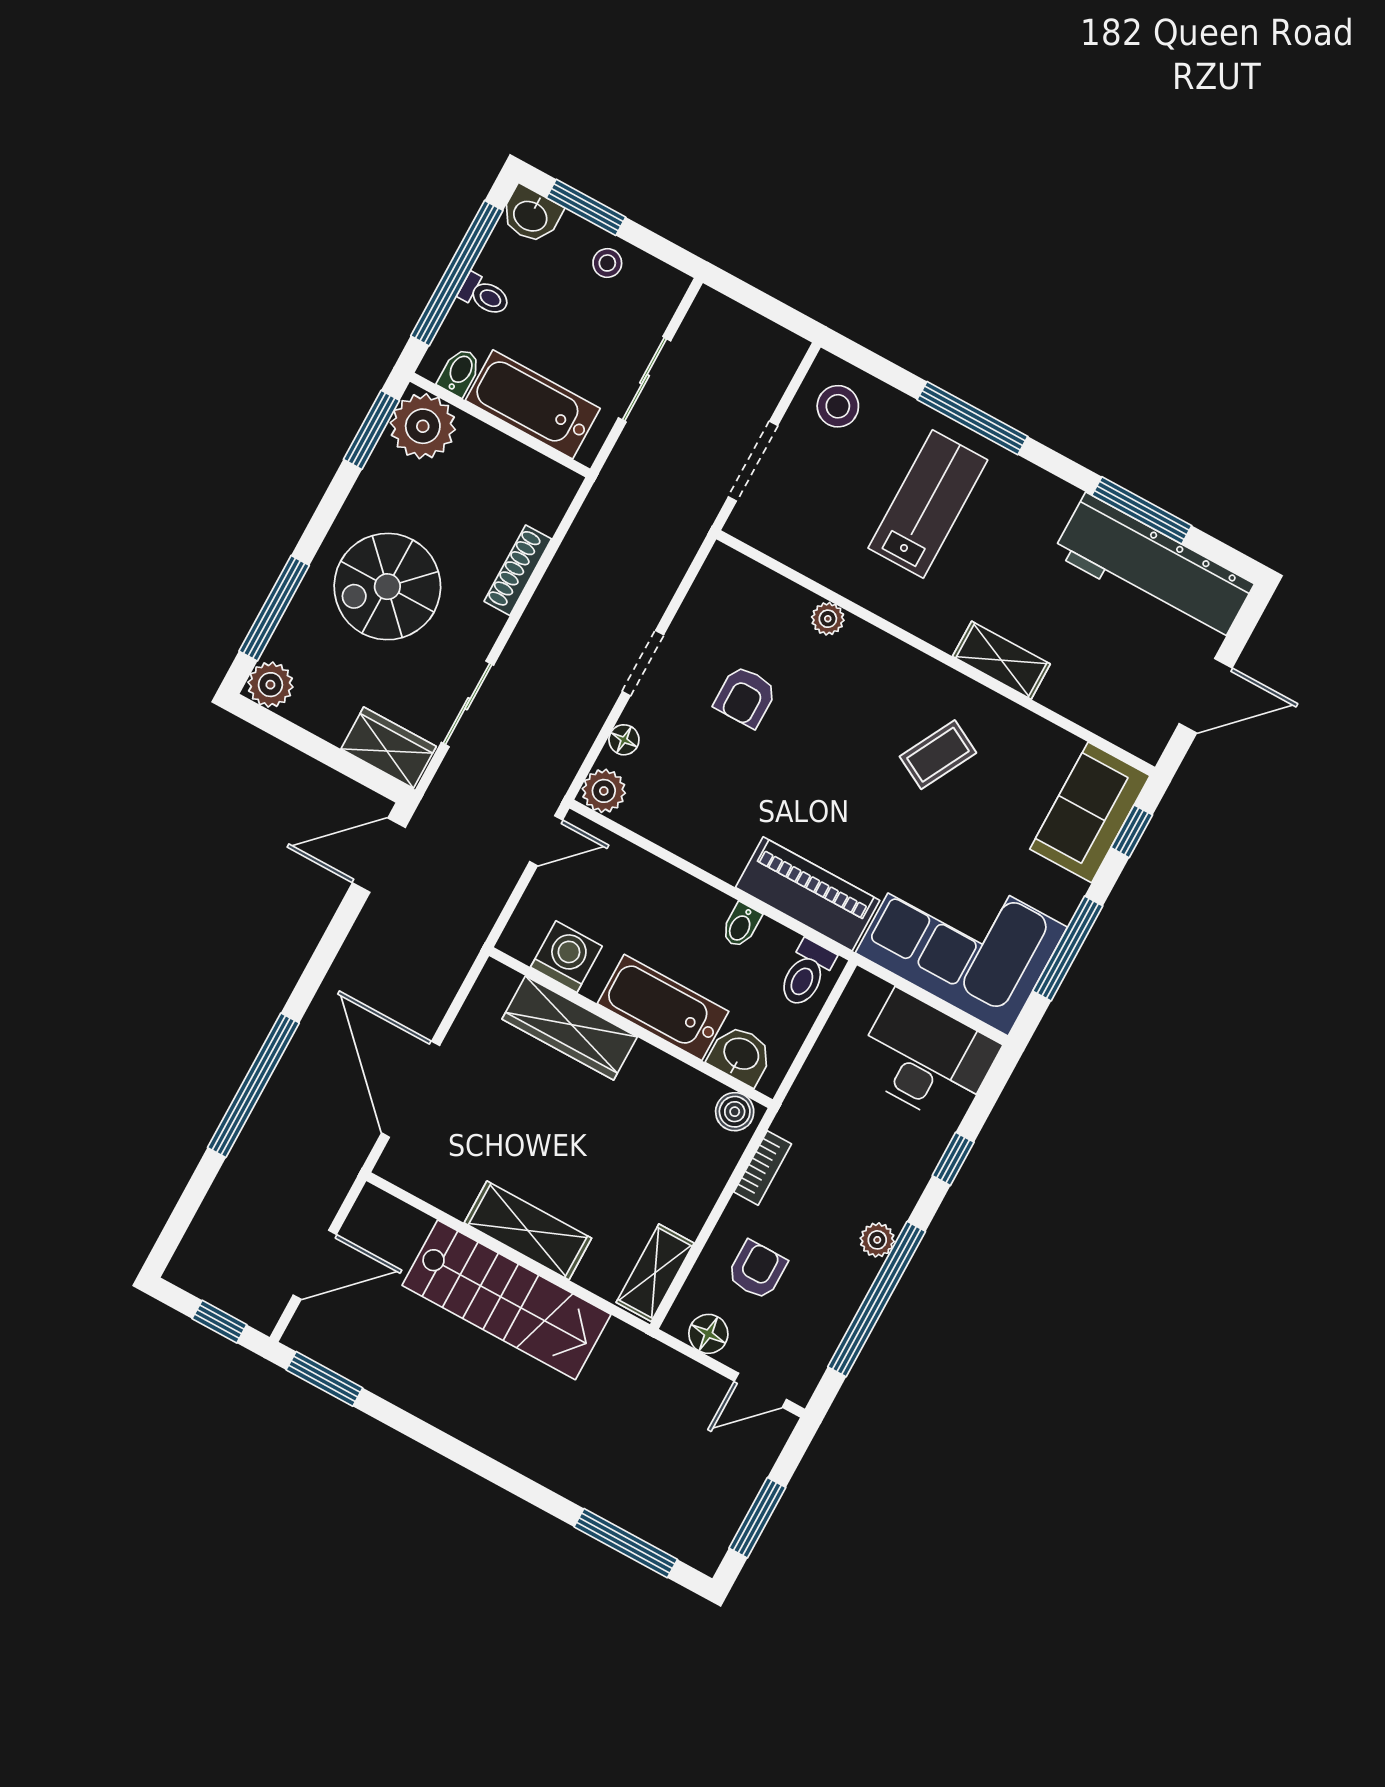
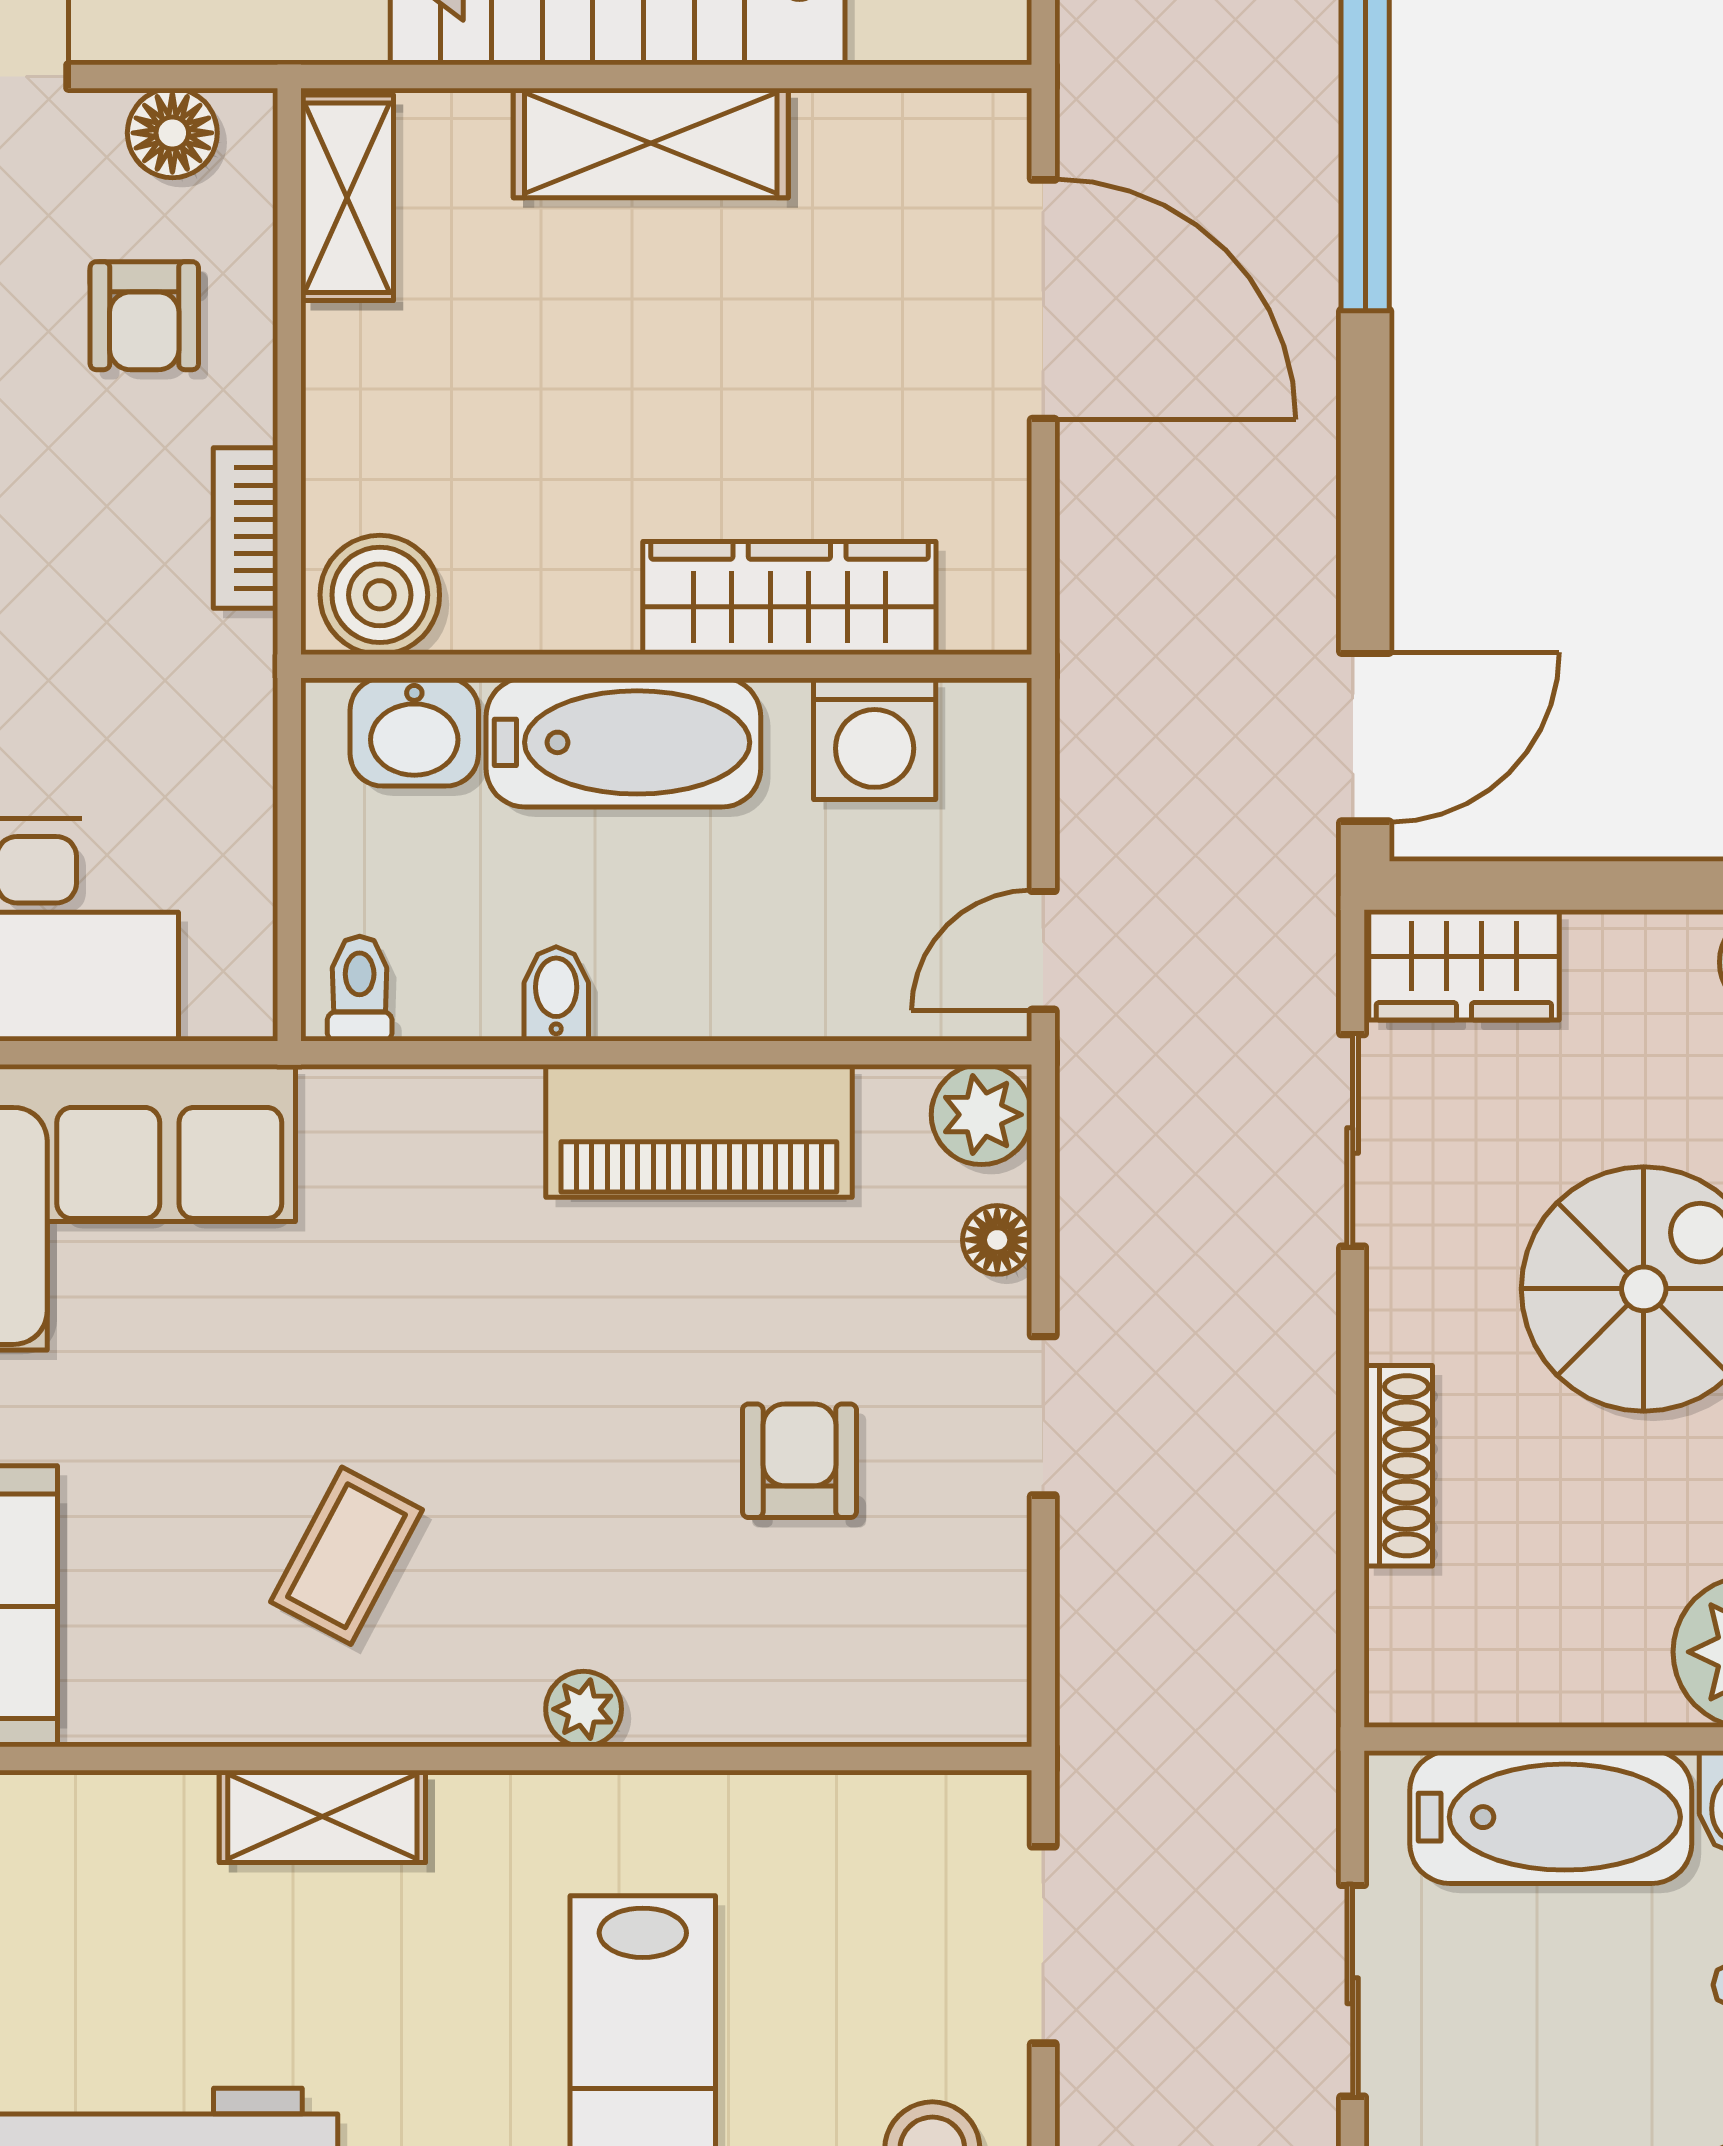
plant: (828, 619) -> (584, 1709), moved
piano: (808, 894) -> (699, 1131), moved
toilet: (806, 974) -> (360, 989), width x0.73, depth x0.72
boiler: (735, 1112) -> (380, 595), width x1.36, depth x1.36

